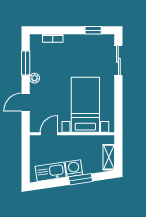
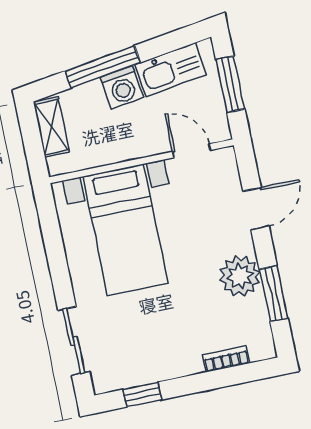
plant: (35, 78) -> (240, 276), width x1.88, depth x1.88
door: (49, 134) -> (192, 151), swing flipped
window: (26, 160) -> (230, 84), added
window: (80, 179) -> (103, 67), width x1.44

